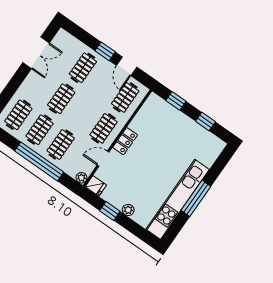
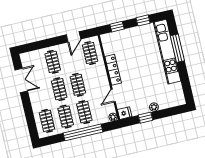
window: (105, 51) -> (55, 41), removed
door: (127, 66) -> (73, 37), hinge flipped
clothes rail: (104, 128) -> (78, 85), moved
locker: (125, 141) -> (113, 70), width x1.53
window: (196, 198) -> (177, 48), moved
kitchen unit: (178, 199) -> (167, 52), moved

